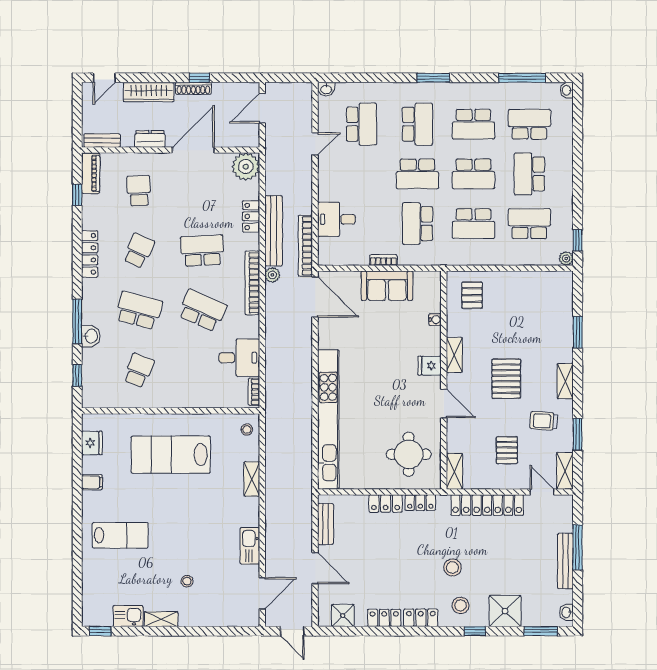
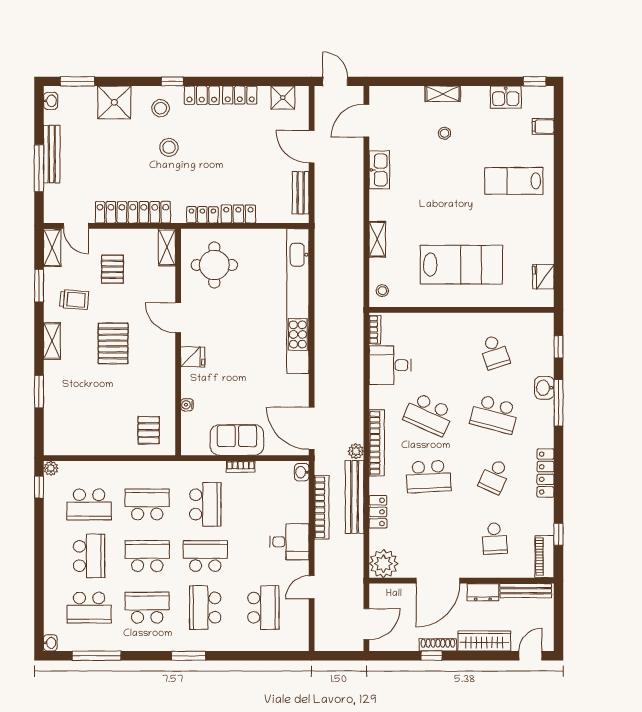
washbasin: (326, 89) -> (302, 472), moved, turned -90
school desk: (362, 124) -> (263, 608), turned 180
bench: (102, 141) -> (526, 591), width x1.36
desk: (336, 219) -> (289, 542), moved
bookcase: (305, 246) -> (322, 507), moved
shelving: (454, 355) -> (167, 368), removed
school desk: (139, 370) -> (495, 352), turned -39
filing cabinet: (92, 482) -> (543, 126), moved
shelving: (161, 619) -> (443, 94), moved
window: (475, 631) -> (172, 81), moved

